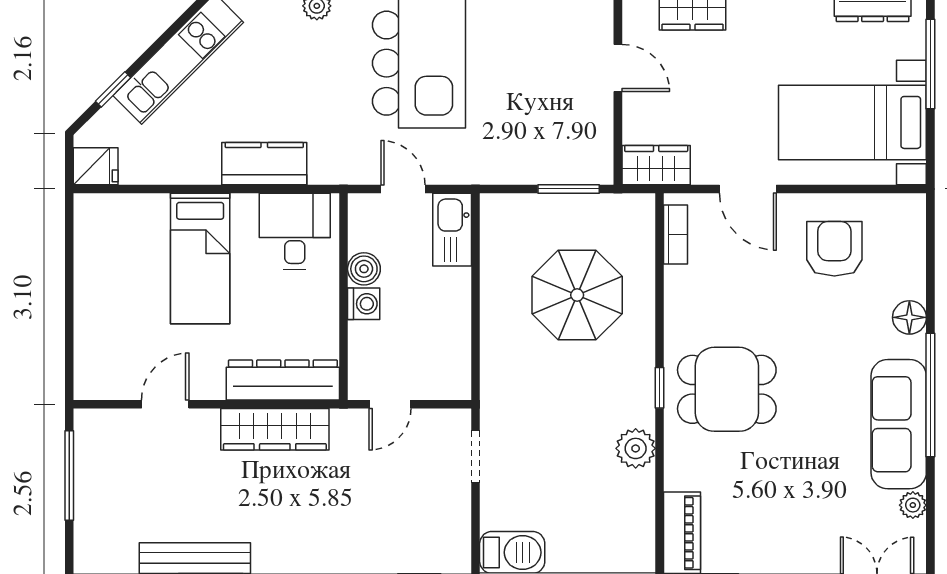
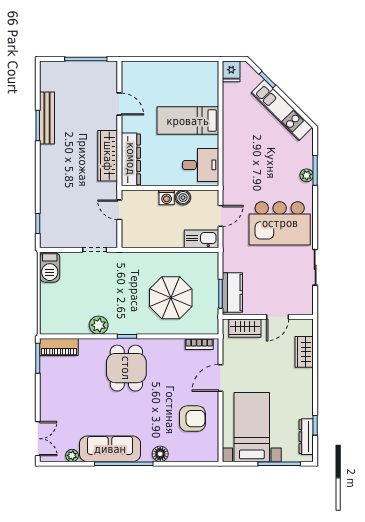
kitchen counter: (264, 164) -> (232, 292), moved
wardrobe: (656, 165) -> (245, 328), moved, turned 90

